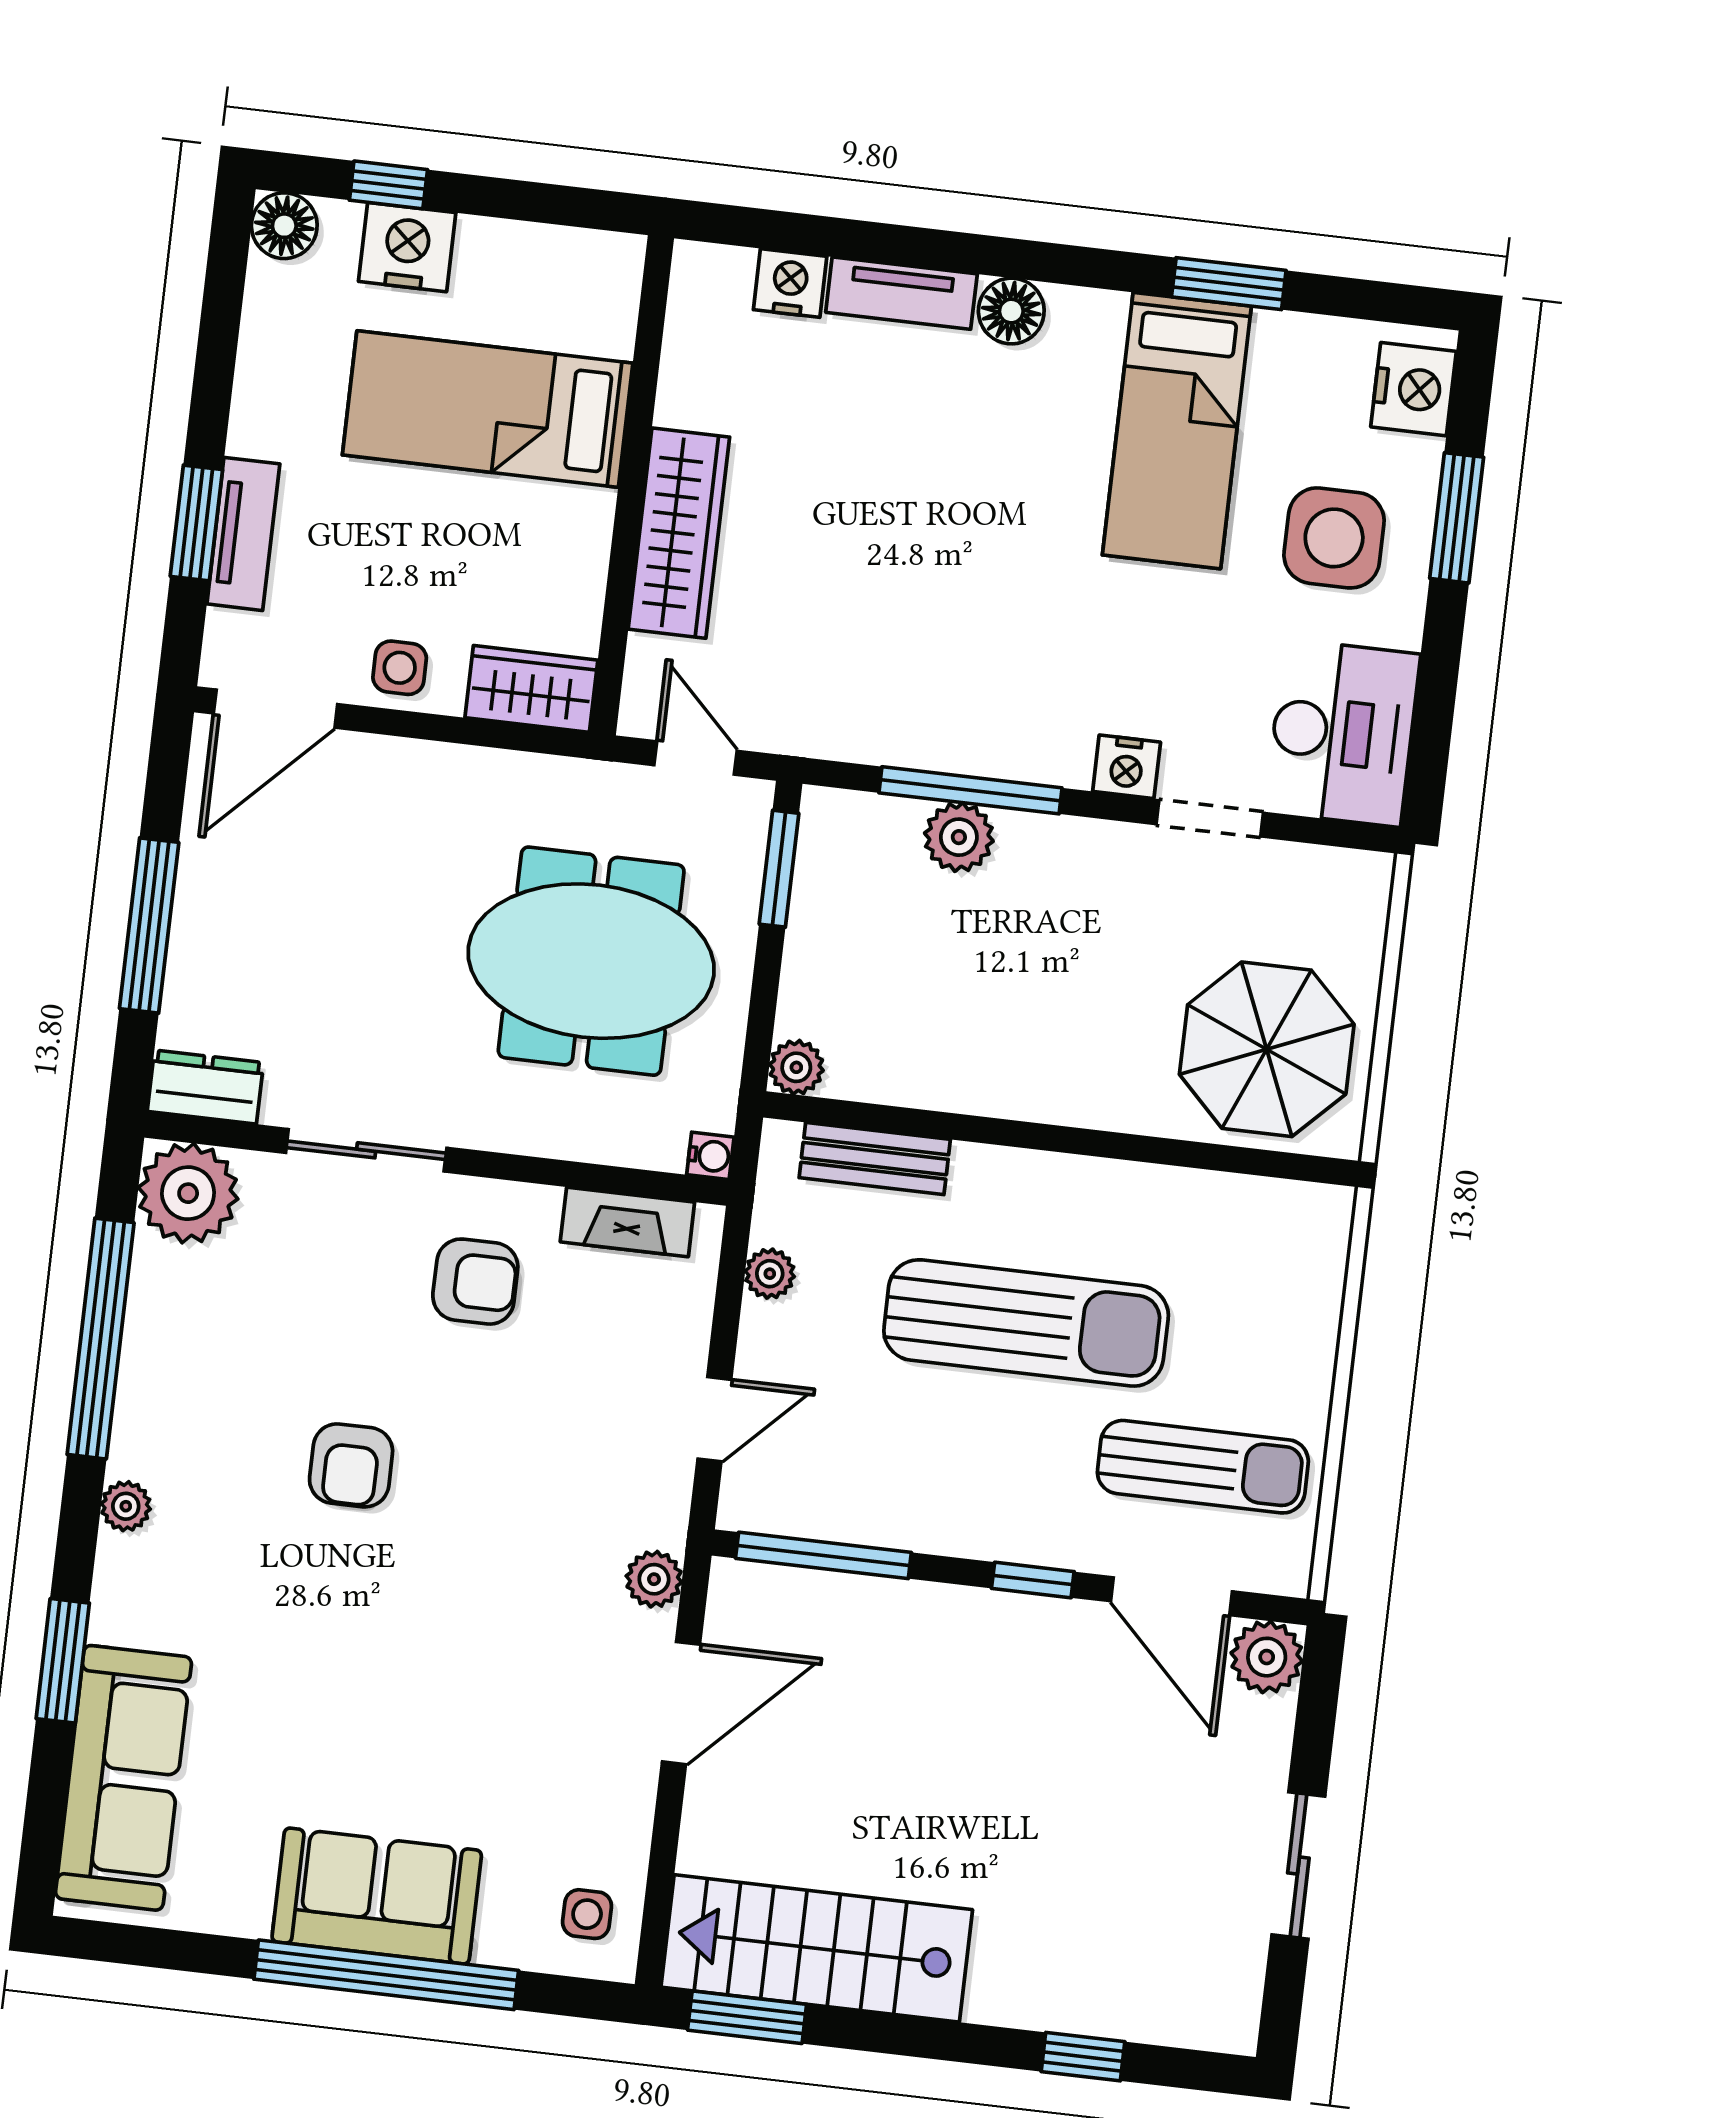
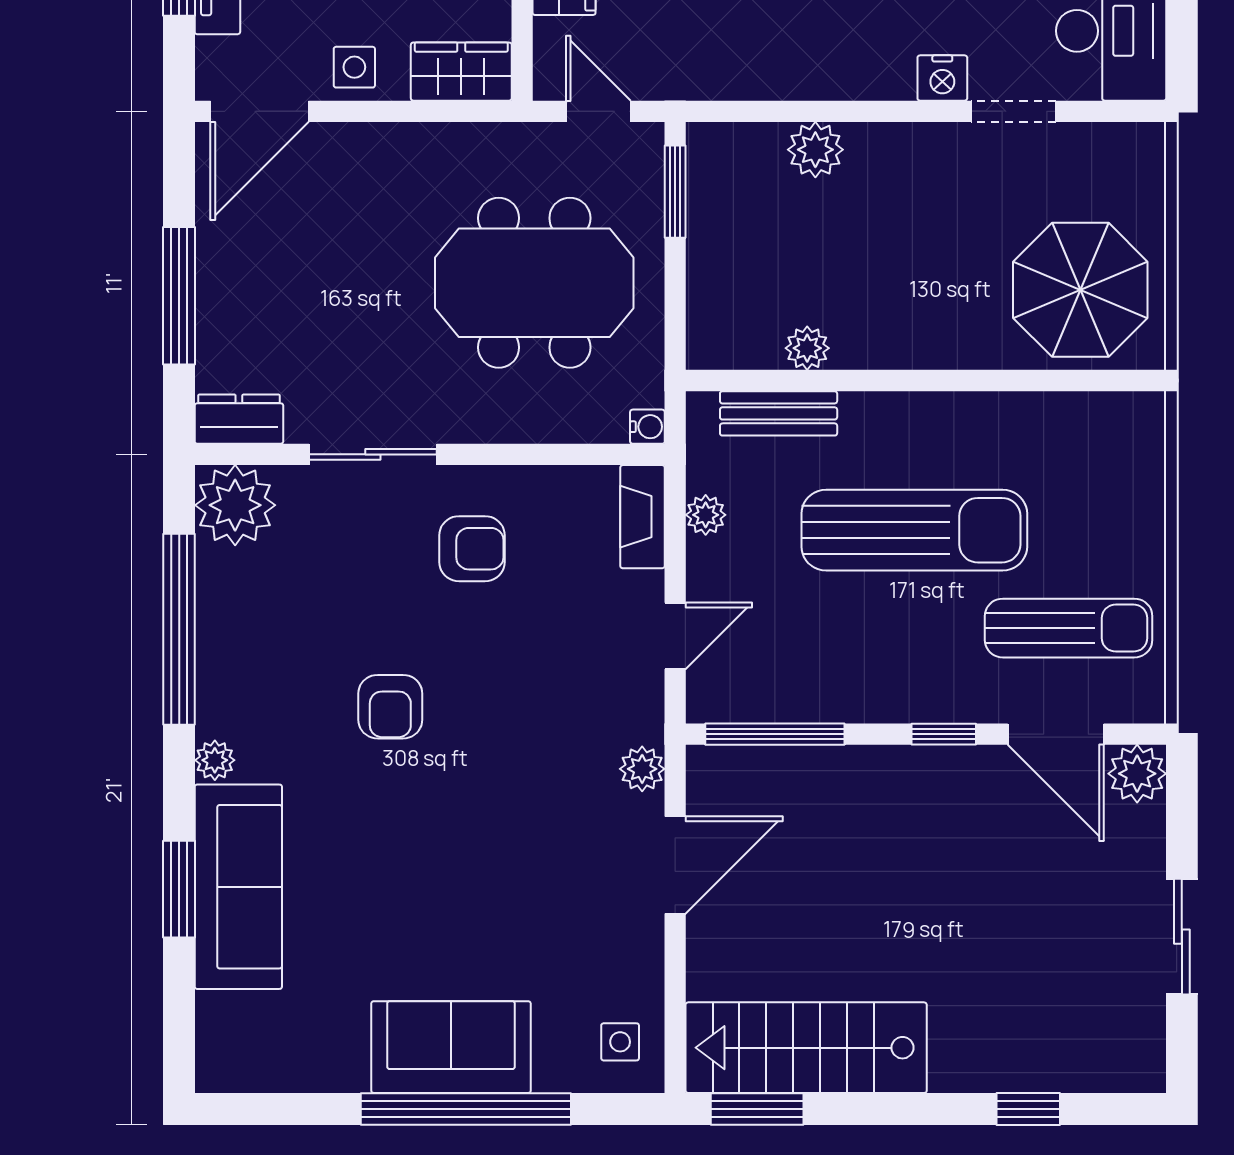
window: (970, 790) -> (820, 111), removed
plant: (796, 1067) -> (807, 348), moved
fireplace: (627, 1222) -> (643, 517), moved, turned 90
sofa: (124, 1778) -> (238, 887), moved

